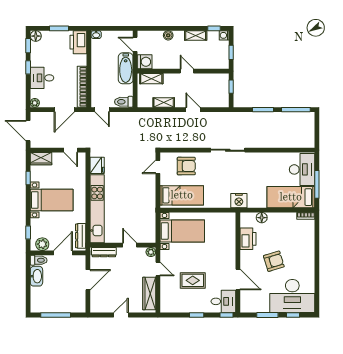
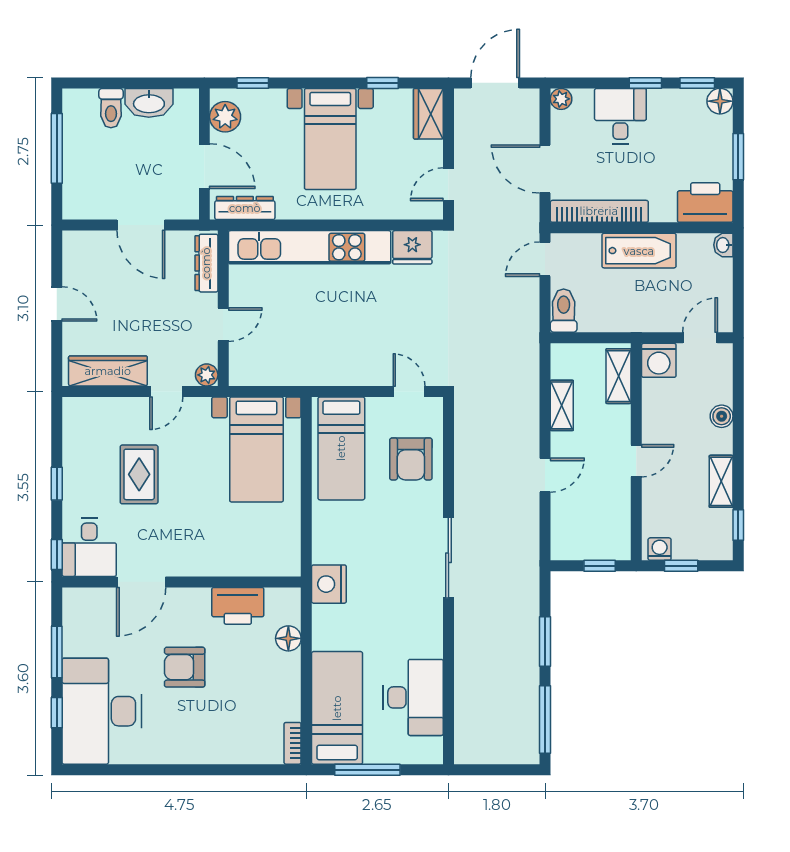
washing machine: (224, 35) -> (660, 549), moved
bathtub: (126, 68) -> (639, 251), moved, turned 180
desk: (302, 169) -> (413, 697), moved, turned -90
toilet: (39, 260) -> (111, 108), moved
armchair: (274, 261) -> (185, 667), turned 107

